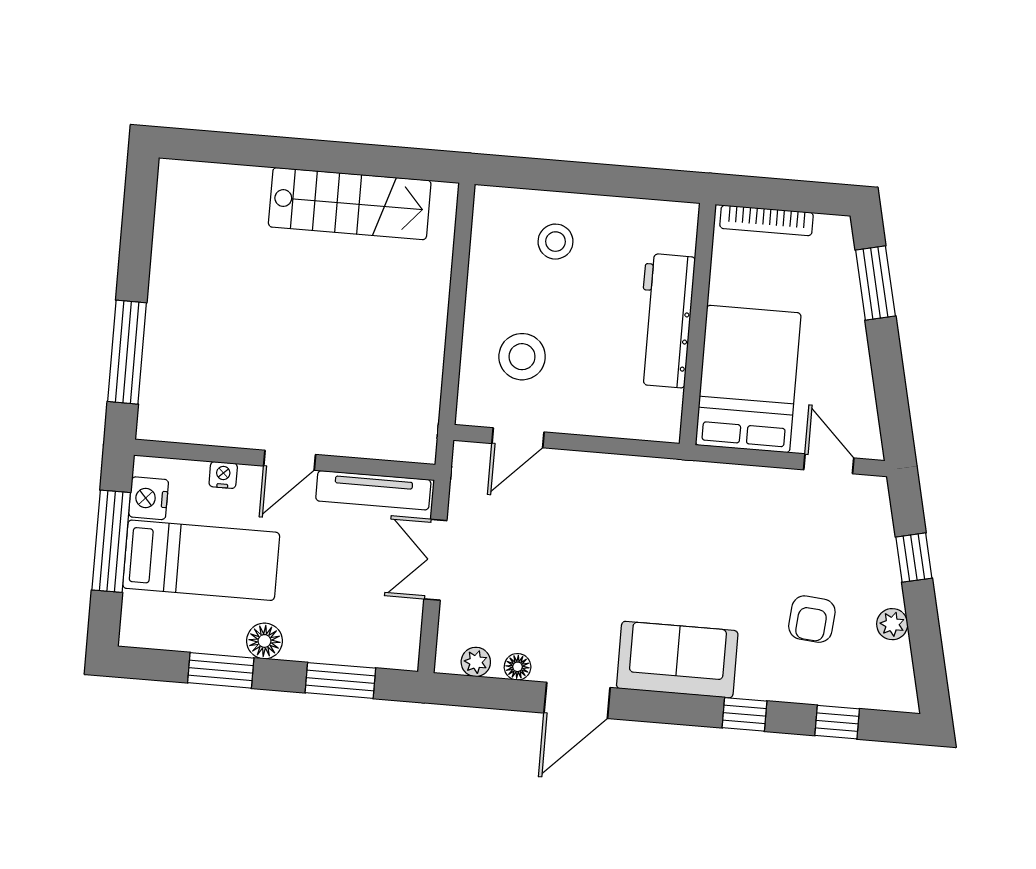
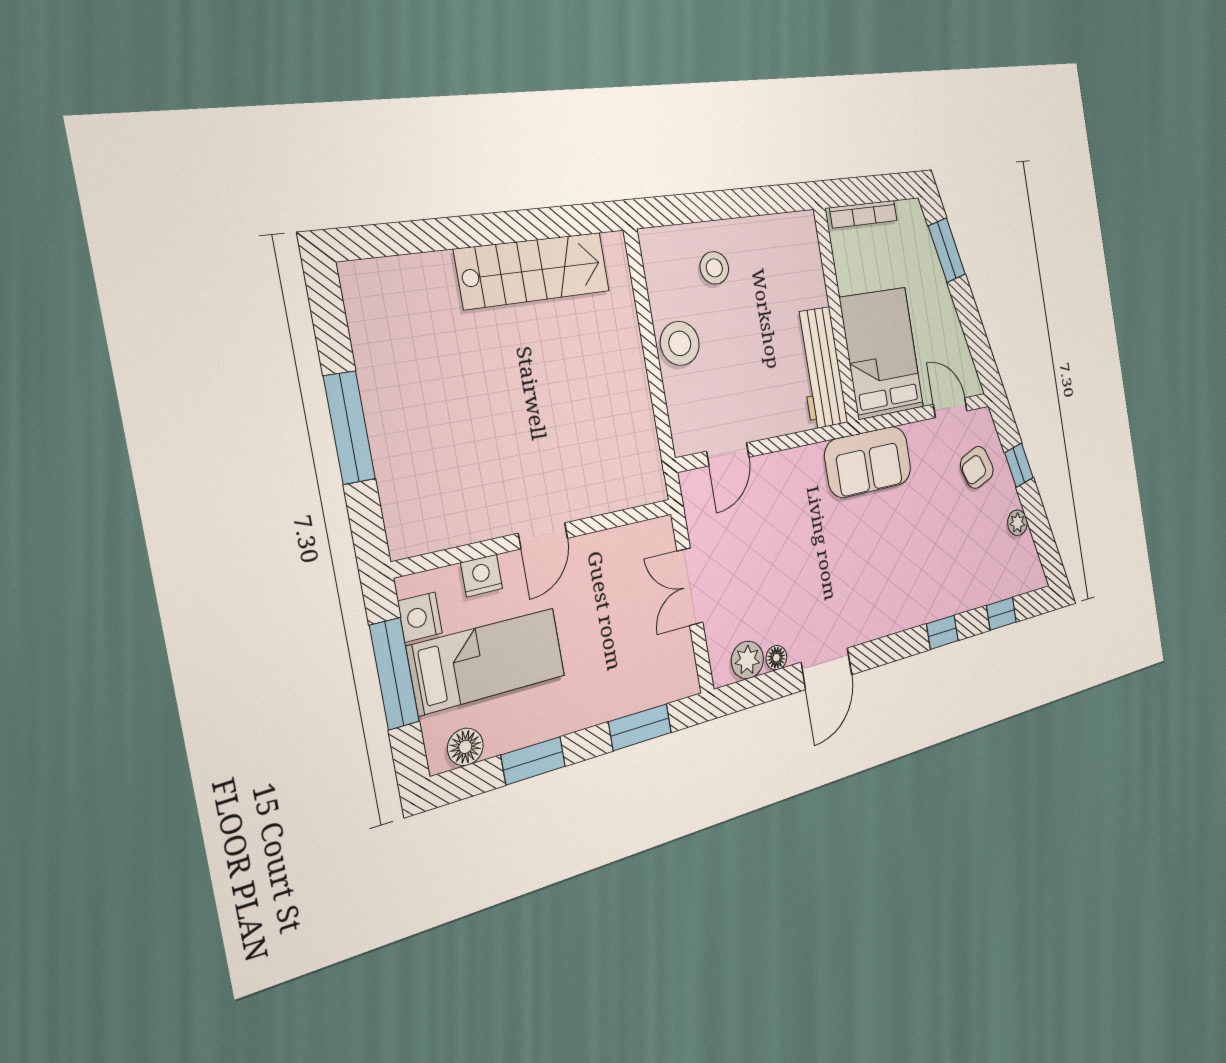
workbench: (665, 321) -> (821, 368), moved
window: (127, 352) -> (349, 428), moved
stool: (522, 357) -> (680, 343), moved
nightstand: (223, 475) -> (481, 576), width x1.39, depth x1.35
tv unit: (373, 490) -> (623, 540), removed
armchair: (812, 619) -> (977, 467), moved, turned 64
floor lamp: (264, 641) -> (465, 747), moved
sofa: (677, 660) -> (868, 462), moved, turned 180
plant: (476, 662) -> (747, 660), width x1.38, depth x1.38

